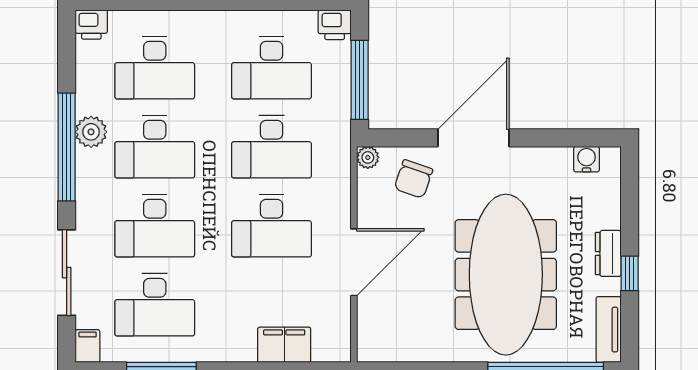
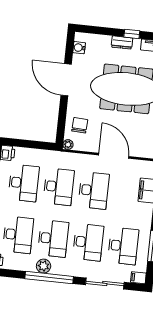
window: (360, 80) -> (33, 145), removed
door: (473, 138) -> (66, 80), moved
chair: (413, 179) -> (80, 125), turned -106

